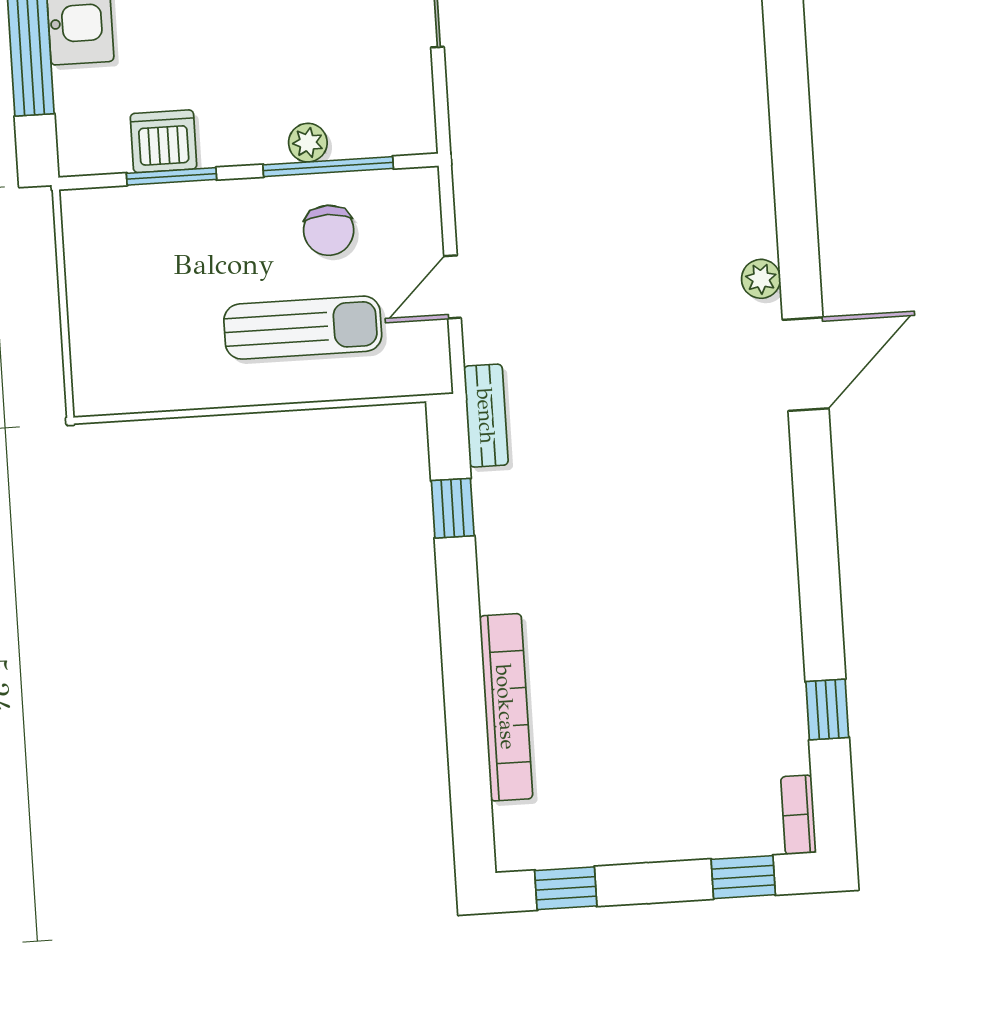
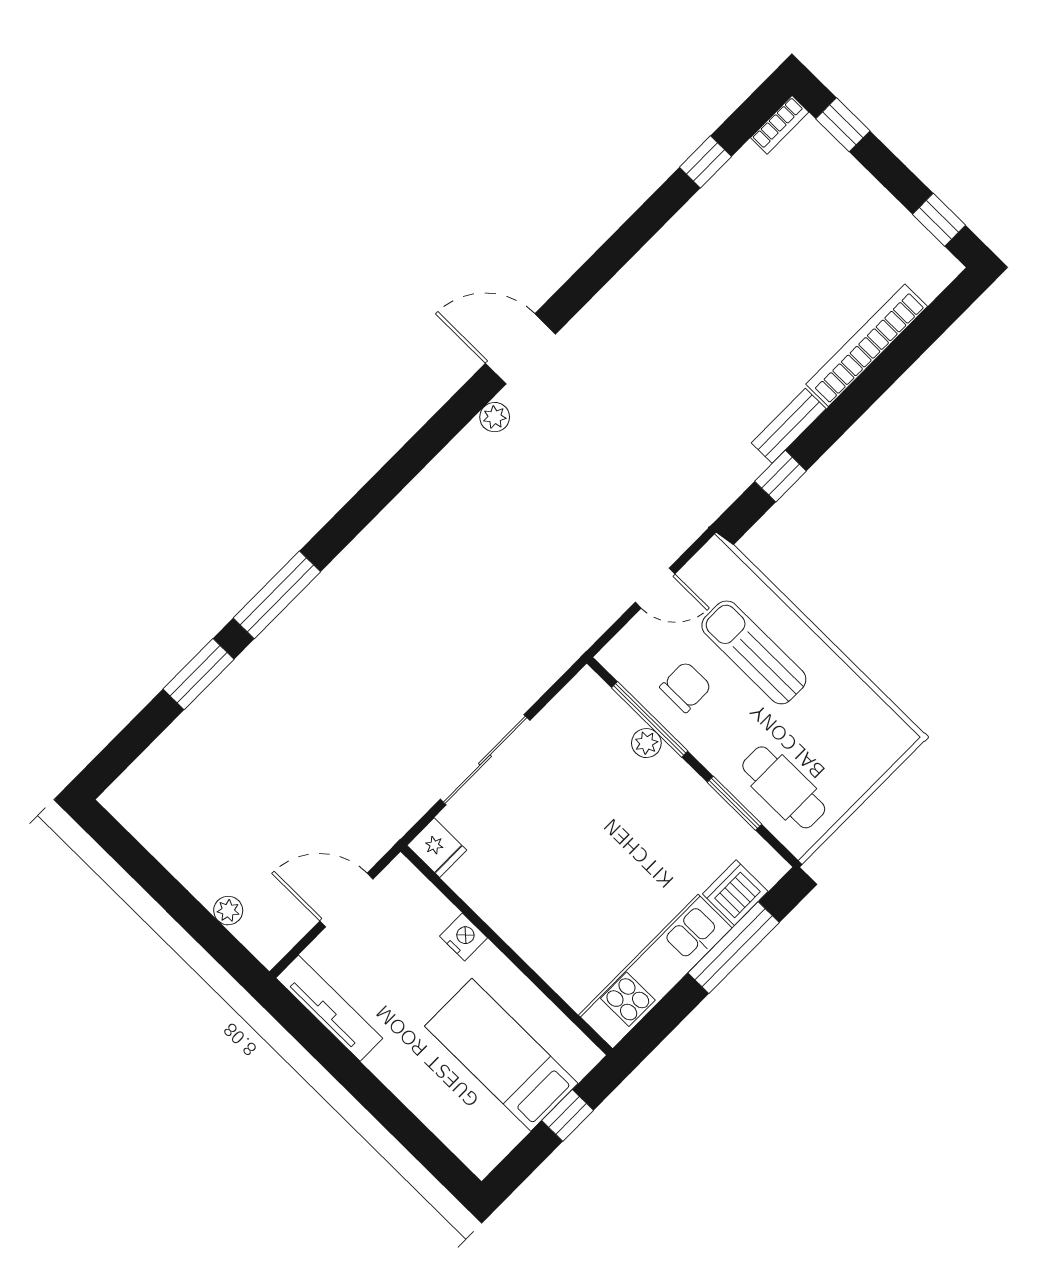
dishwasher: (163, 141) -> (735, 893), moved, turned 90
cafe table: (144, 239) -> (784, 787), added
bench: (486, 416) -> (789, 426), moved

